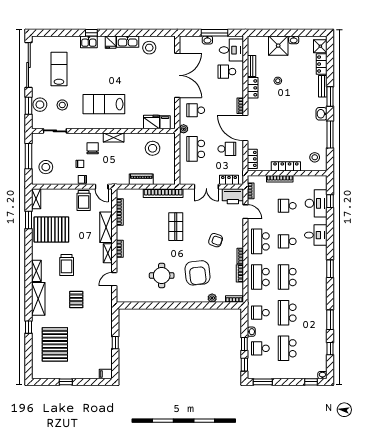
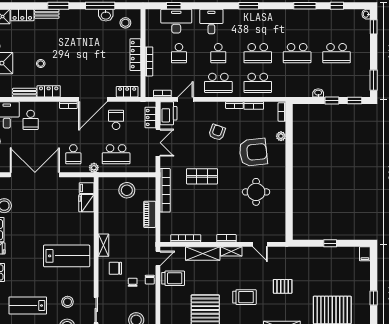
lab bench: (104, 104) -> (67, 256), turned -90
washbasin: (322, 114) -> (106, 15), moved
stool: (153, 148) -> (127, 190), moved
school desk: (260, 313) -> (297, 83), removed
school desk: (260, 348) -> (337, 83), removed

